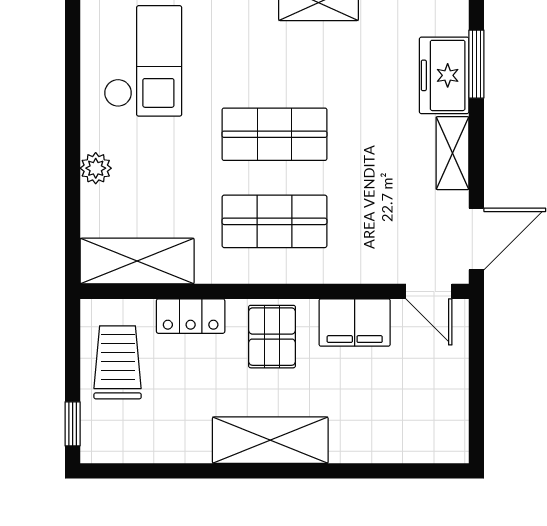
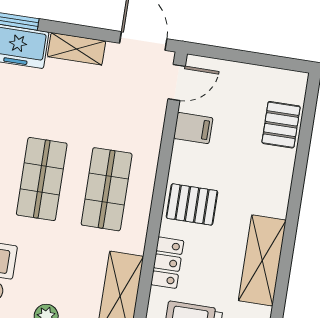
filing cabinet: (355, 322) -> (193, 128), width x0.50
pallet: (395, 437) -> (281, 125), added
shelving: (270, 440) -> (262, 260), moved

